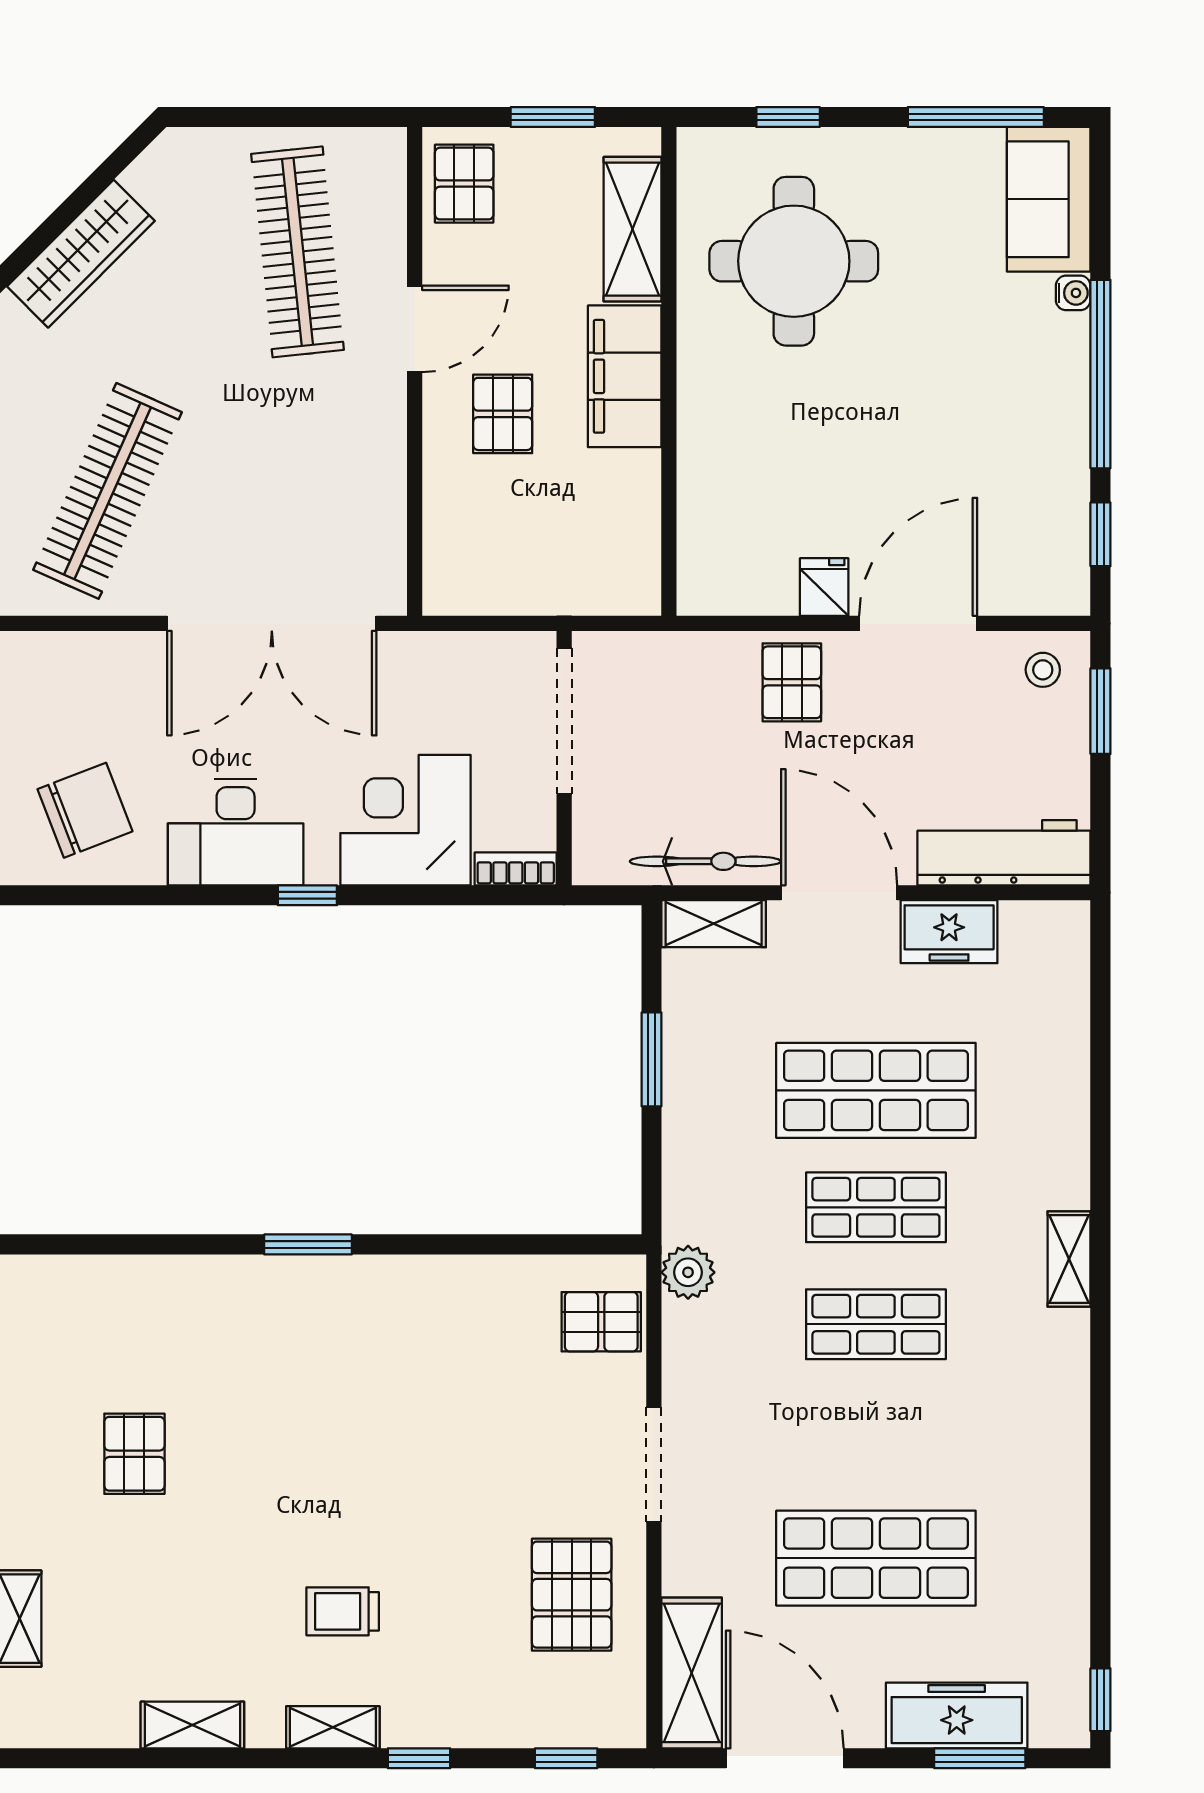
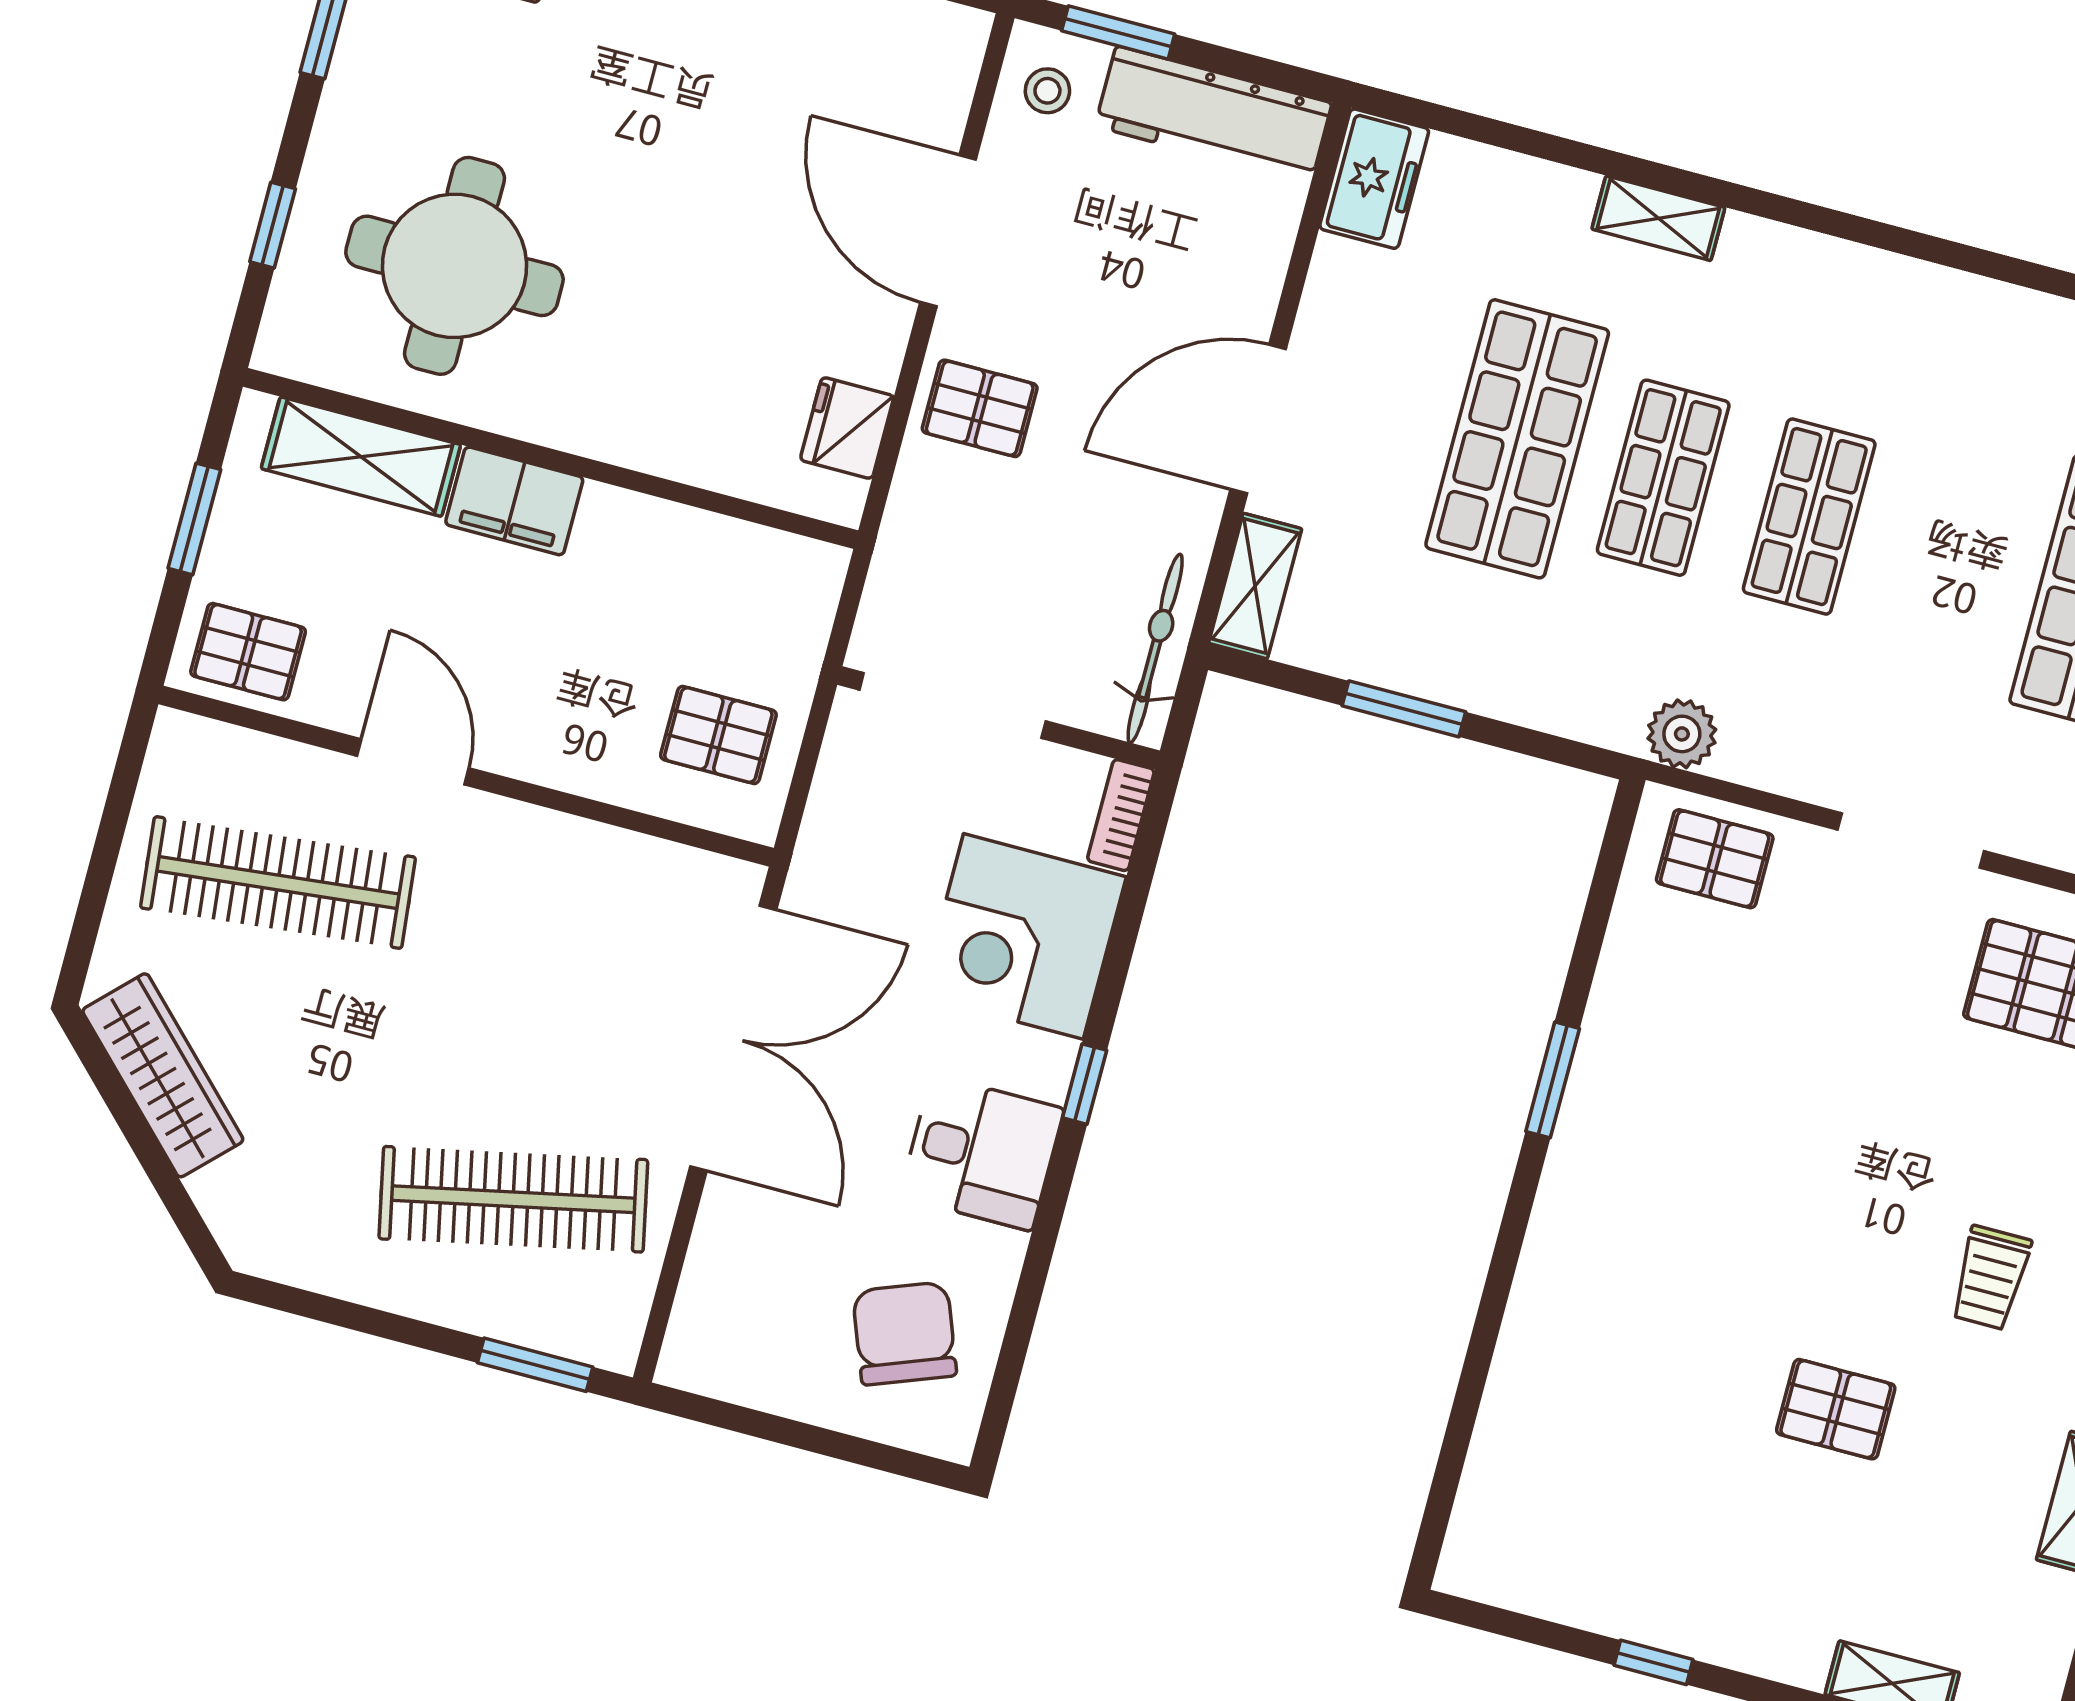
wardrobe: (81, 254) -> (163, 1075), moved
filing cabinet: (625, 376) -> (514, 501), width x0.67, depth x0.86
pallet: (503, 414) -> (718, 735), moved
clothes rail: (107, 491) -> (513, 1199), turned -36
fridge: (824, 587) -> (847, 428), moved, width x1.38
desk: (236, 832) -> (982, 1153), width x0.73
workbench: (1004, 853) -> (1213, 115), moved, turned -90
bicycle: (705, 861) -> (1155, 648), moved
freezer: (949, 932) -> (1374, 179), moved
window: (308, 1244) -> (1553, 1080), moved
shelving: (1069, 1259) -> (1658, 218), moved
pallet: (601, 1322) -> (1715, 859), turned 90
pallet: (134, 1454) -> (1836, 1409), moved

